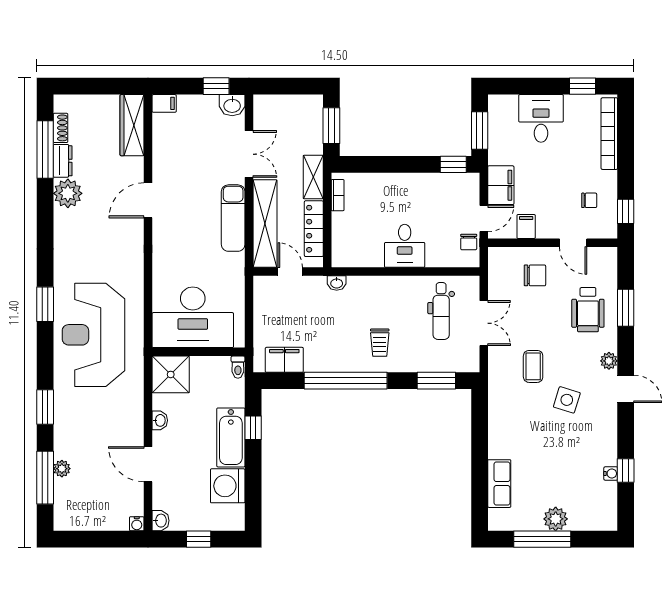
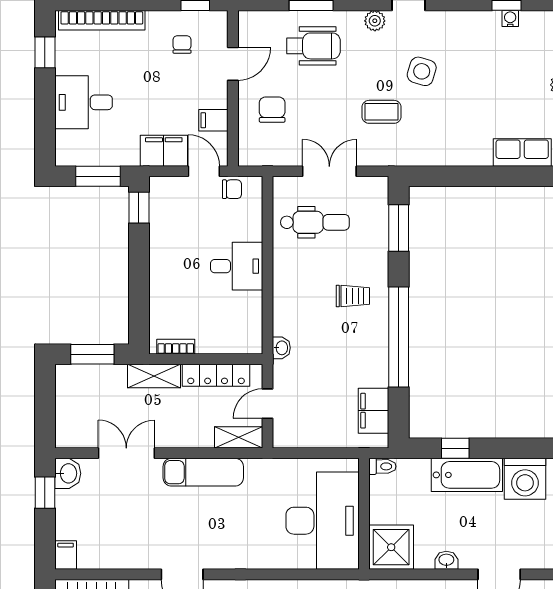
shelving: (265, 224) -> (239, 437), width x0.45, depth x0.75

